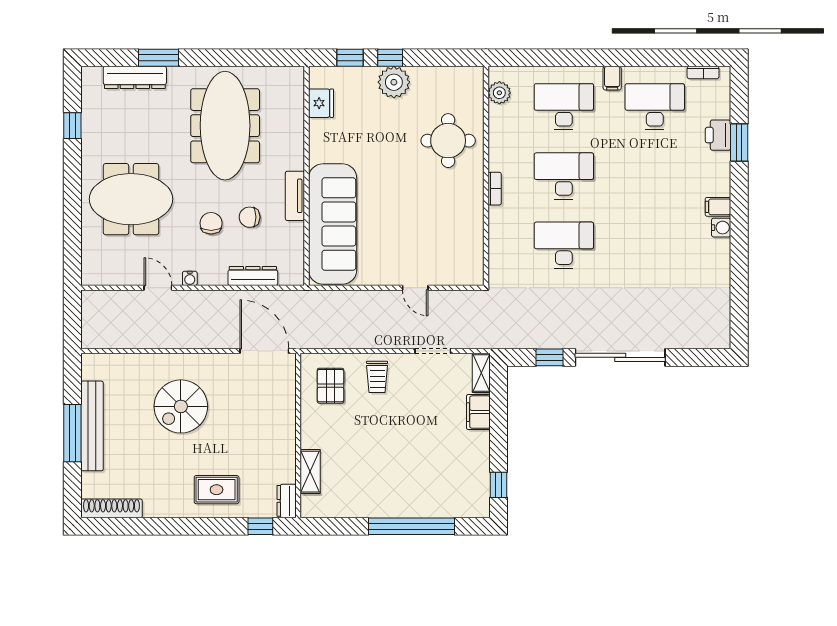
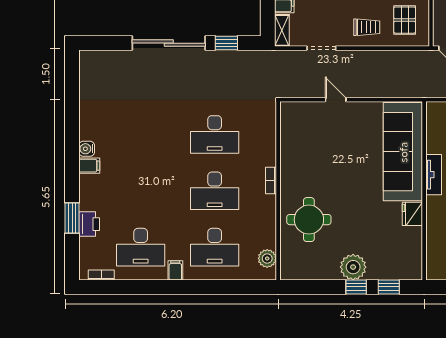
fridge: (321, 103) -> (412, 214), moved
trolley: (377, 377) -> (367, 27), turned 90

